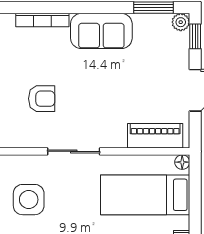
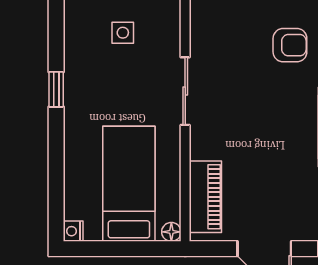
armchair: (42, 99) -> (290, 45), moved, turned -90
side table: (29, 200) -> (123, 33), width x0.54, depth x0.54

